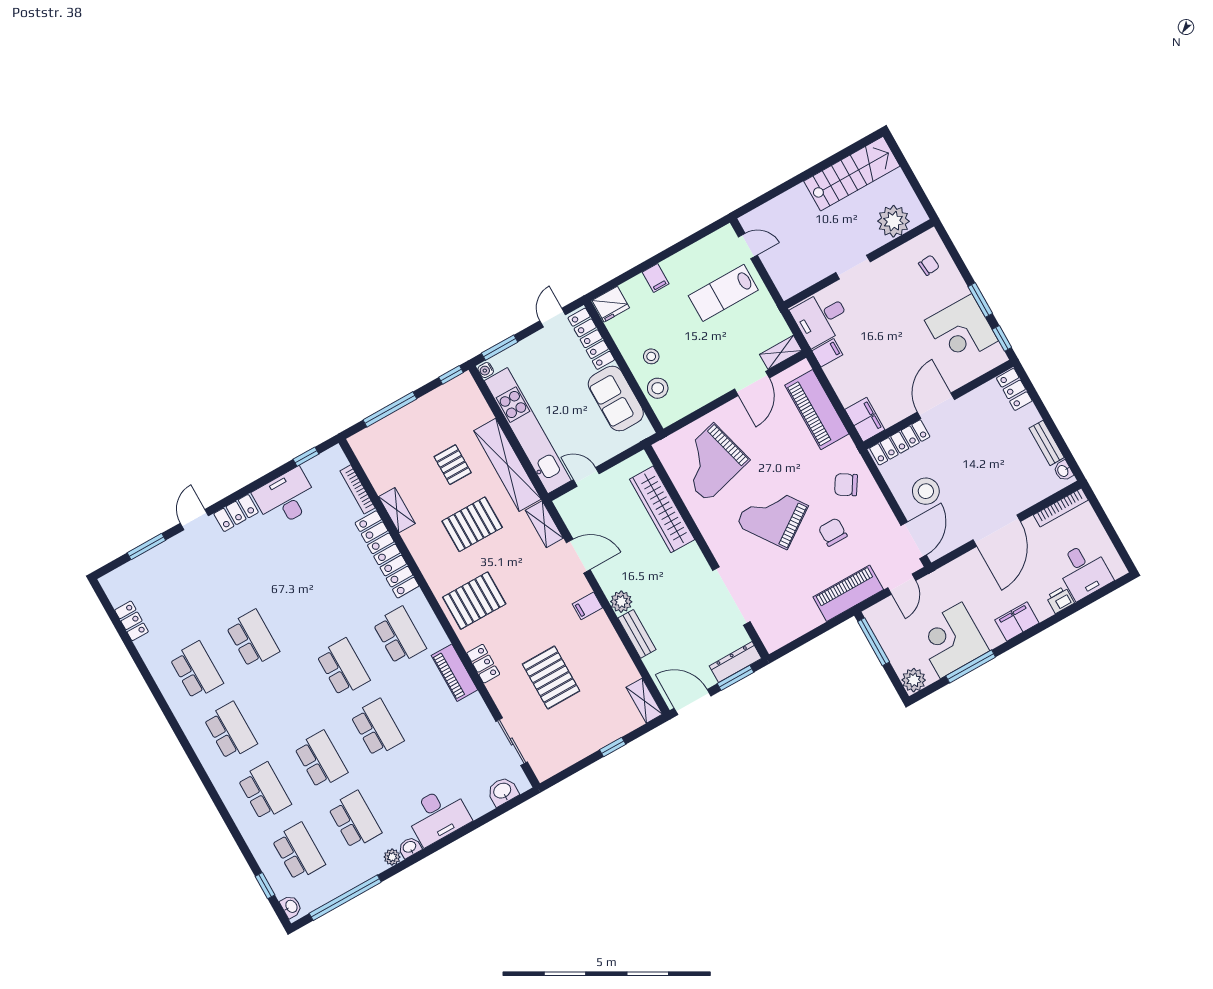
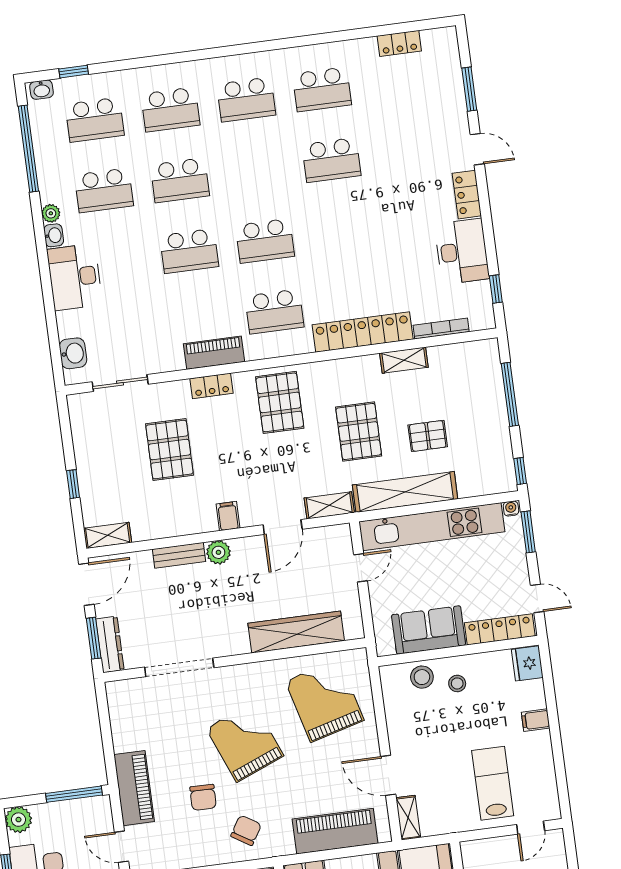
grand piano: (772, 515) -> (245, 742), turned -77
chair: (833, 532) -> (203, 797), turned 91
pallet: (551, 678) -> (169, 450), turned 90

